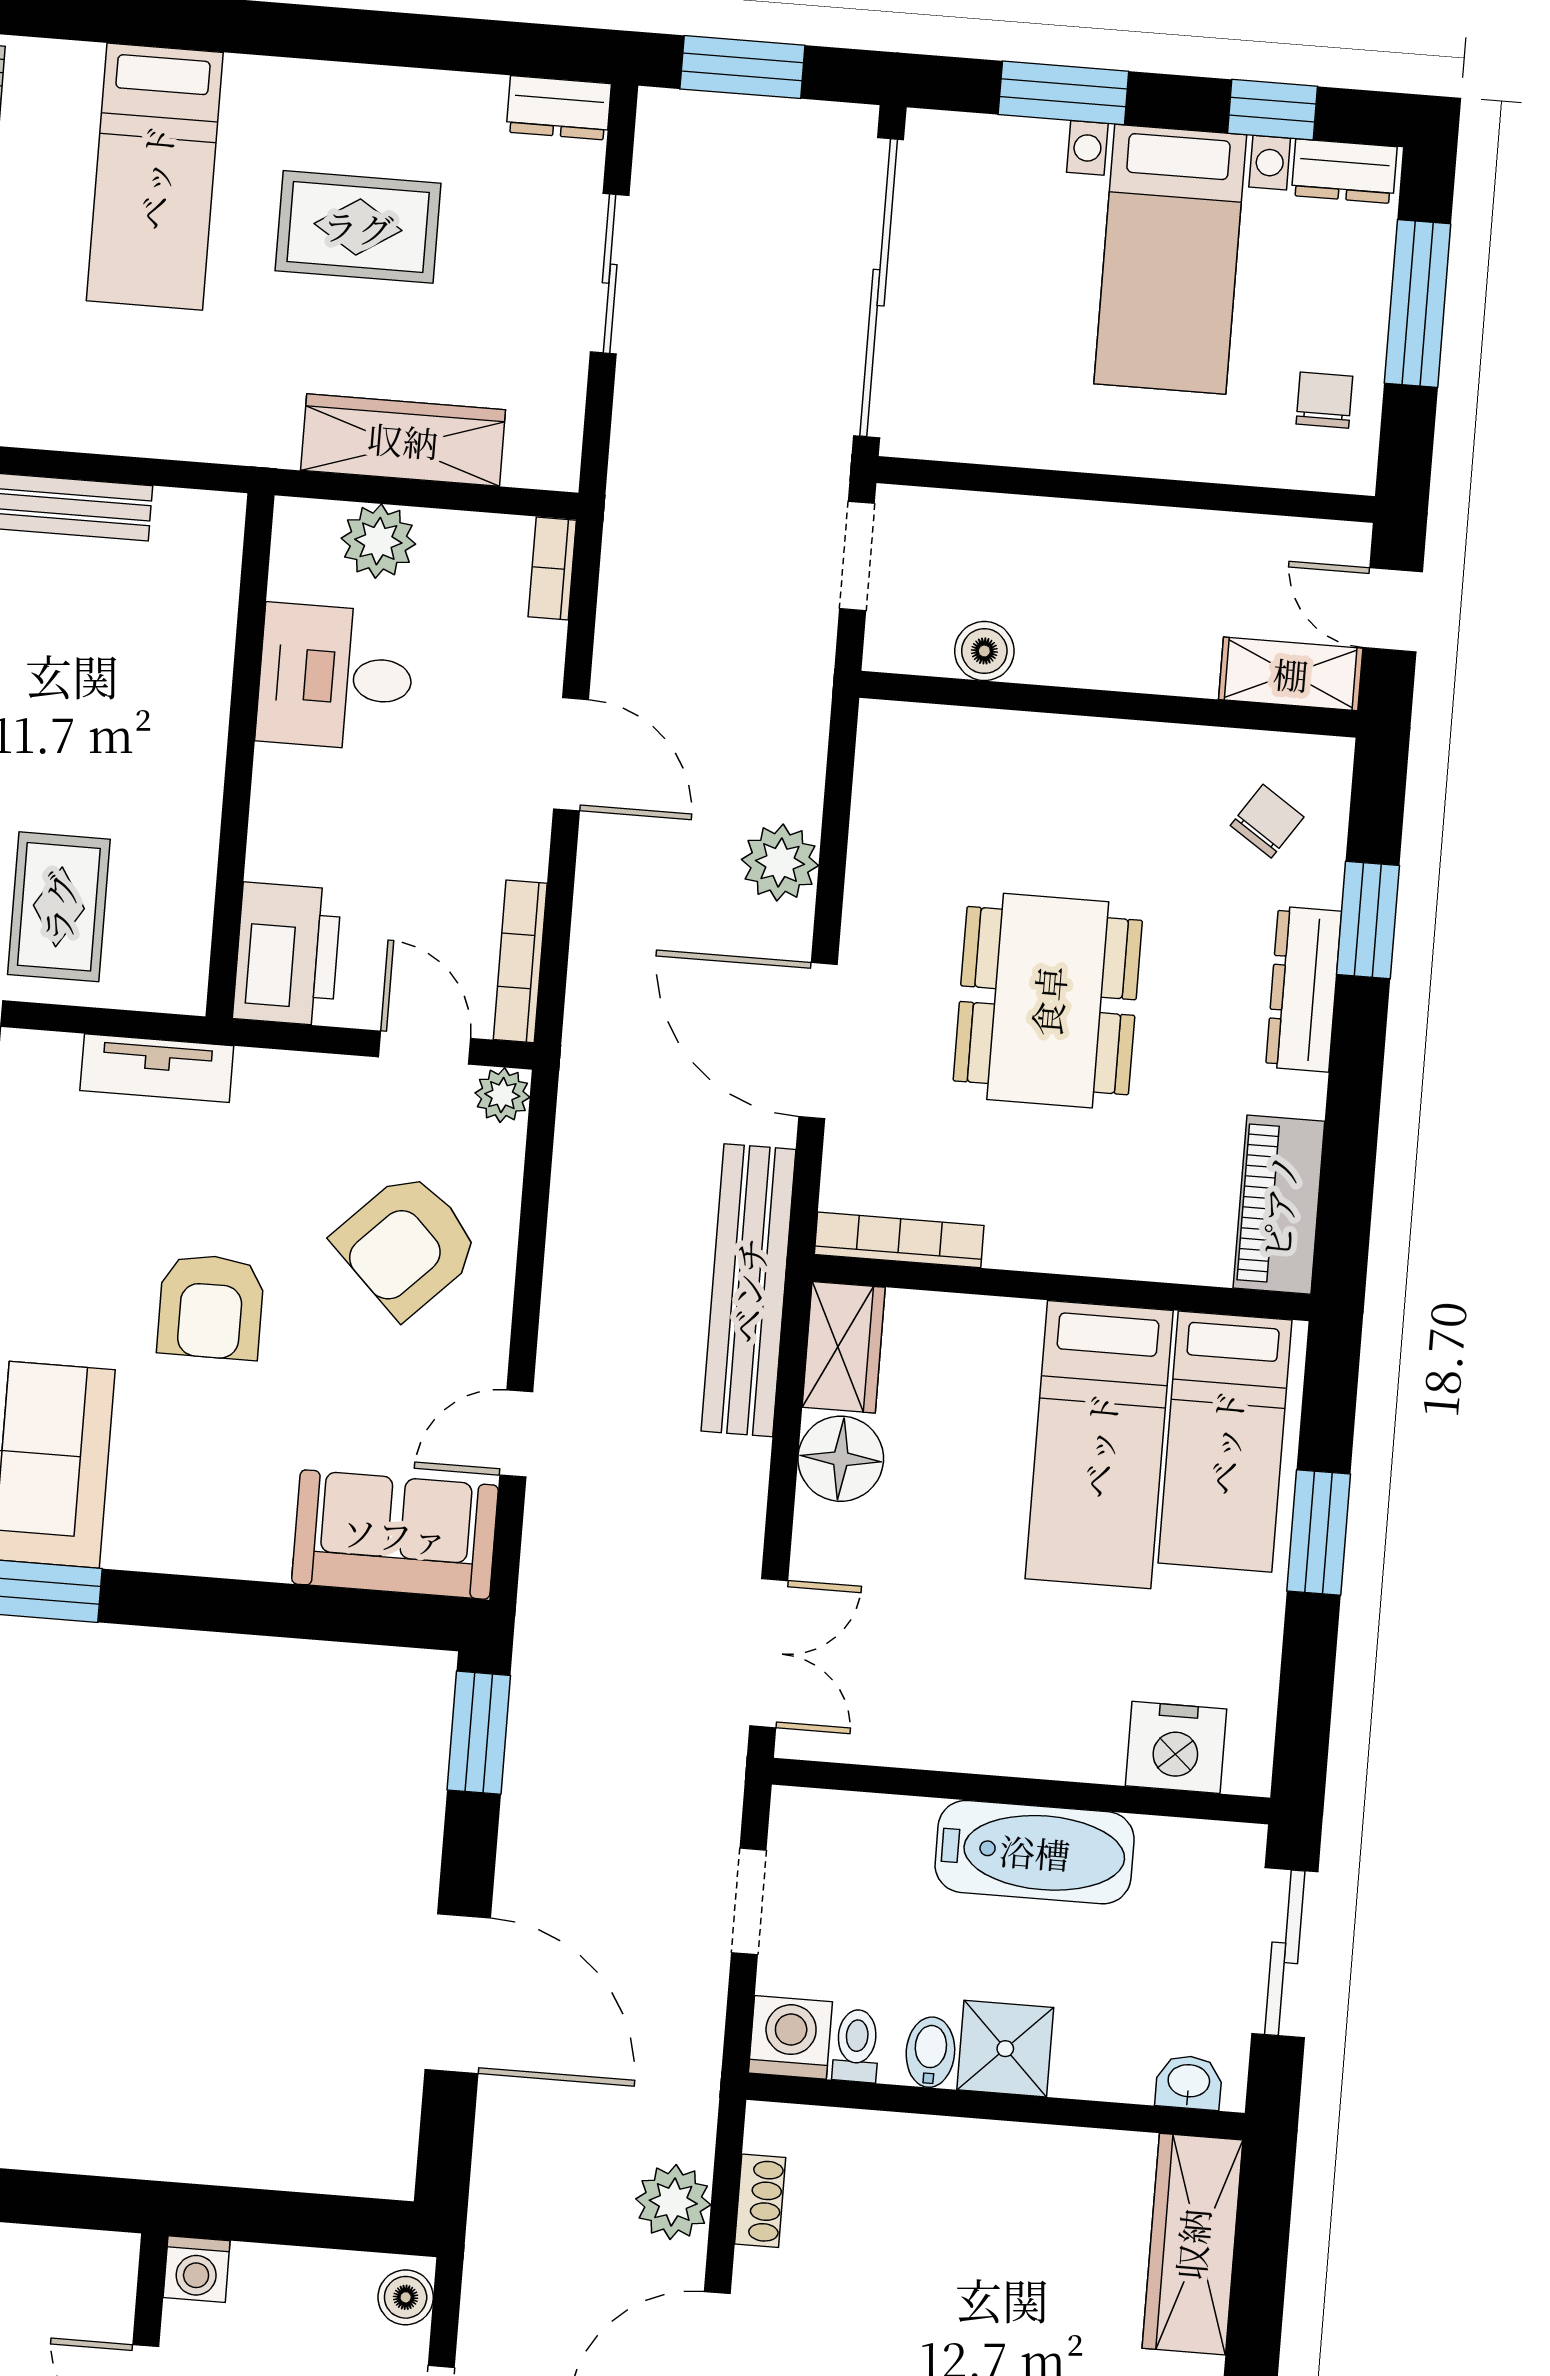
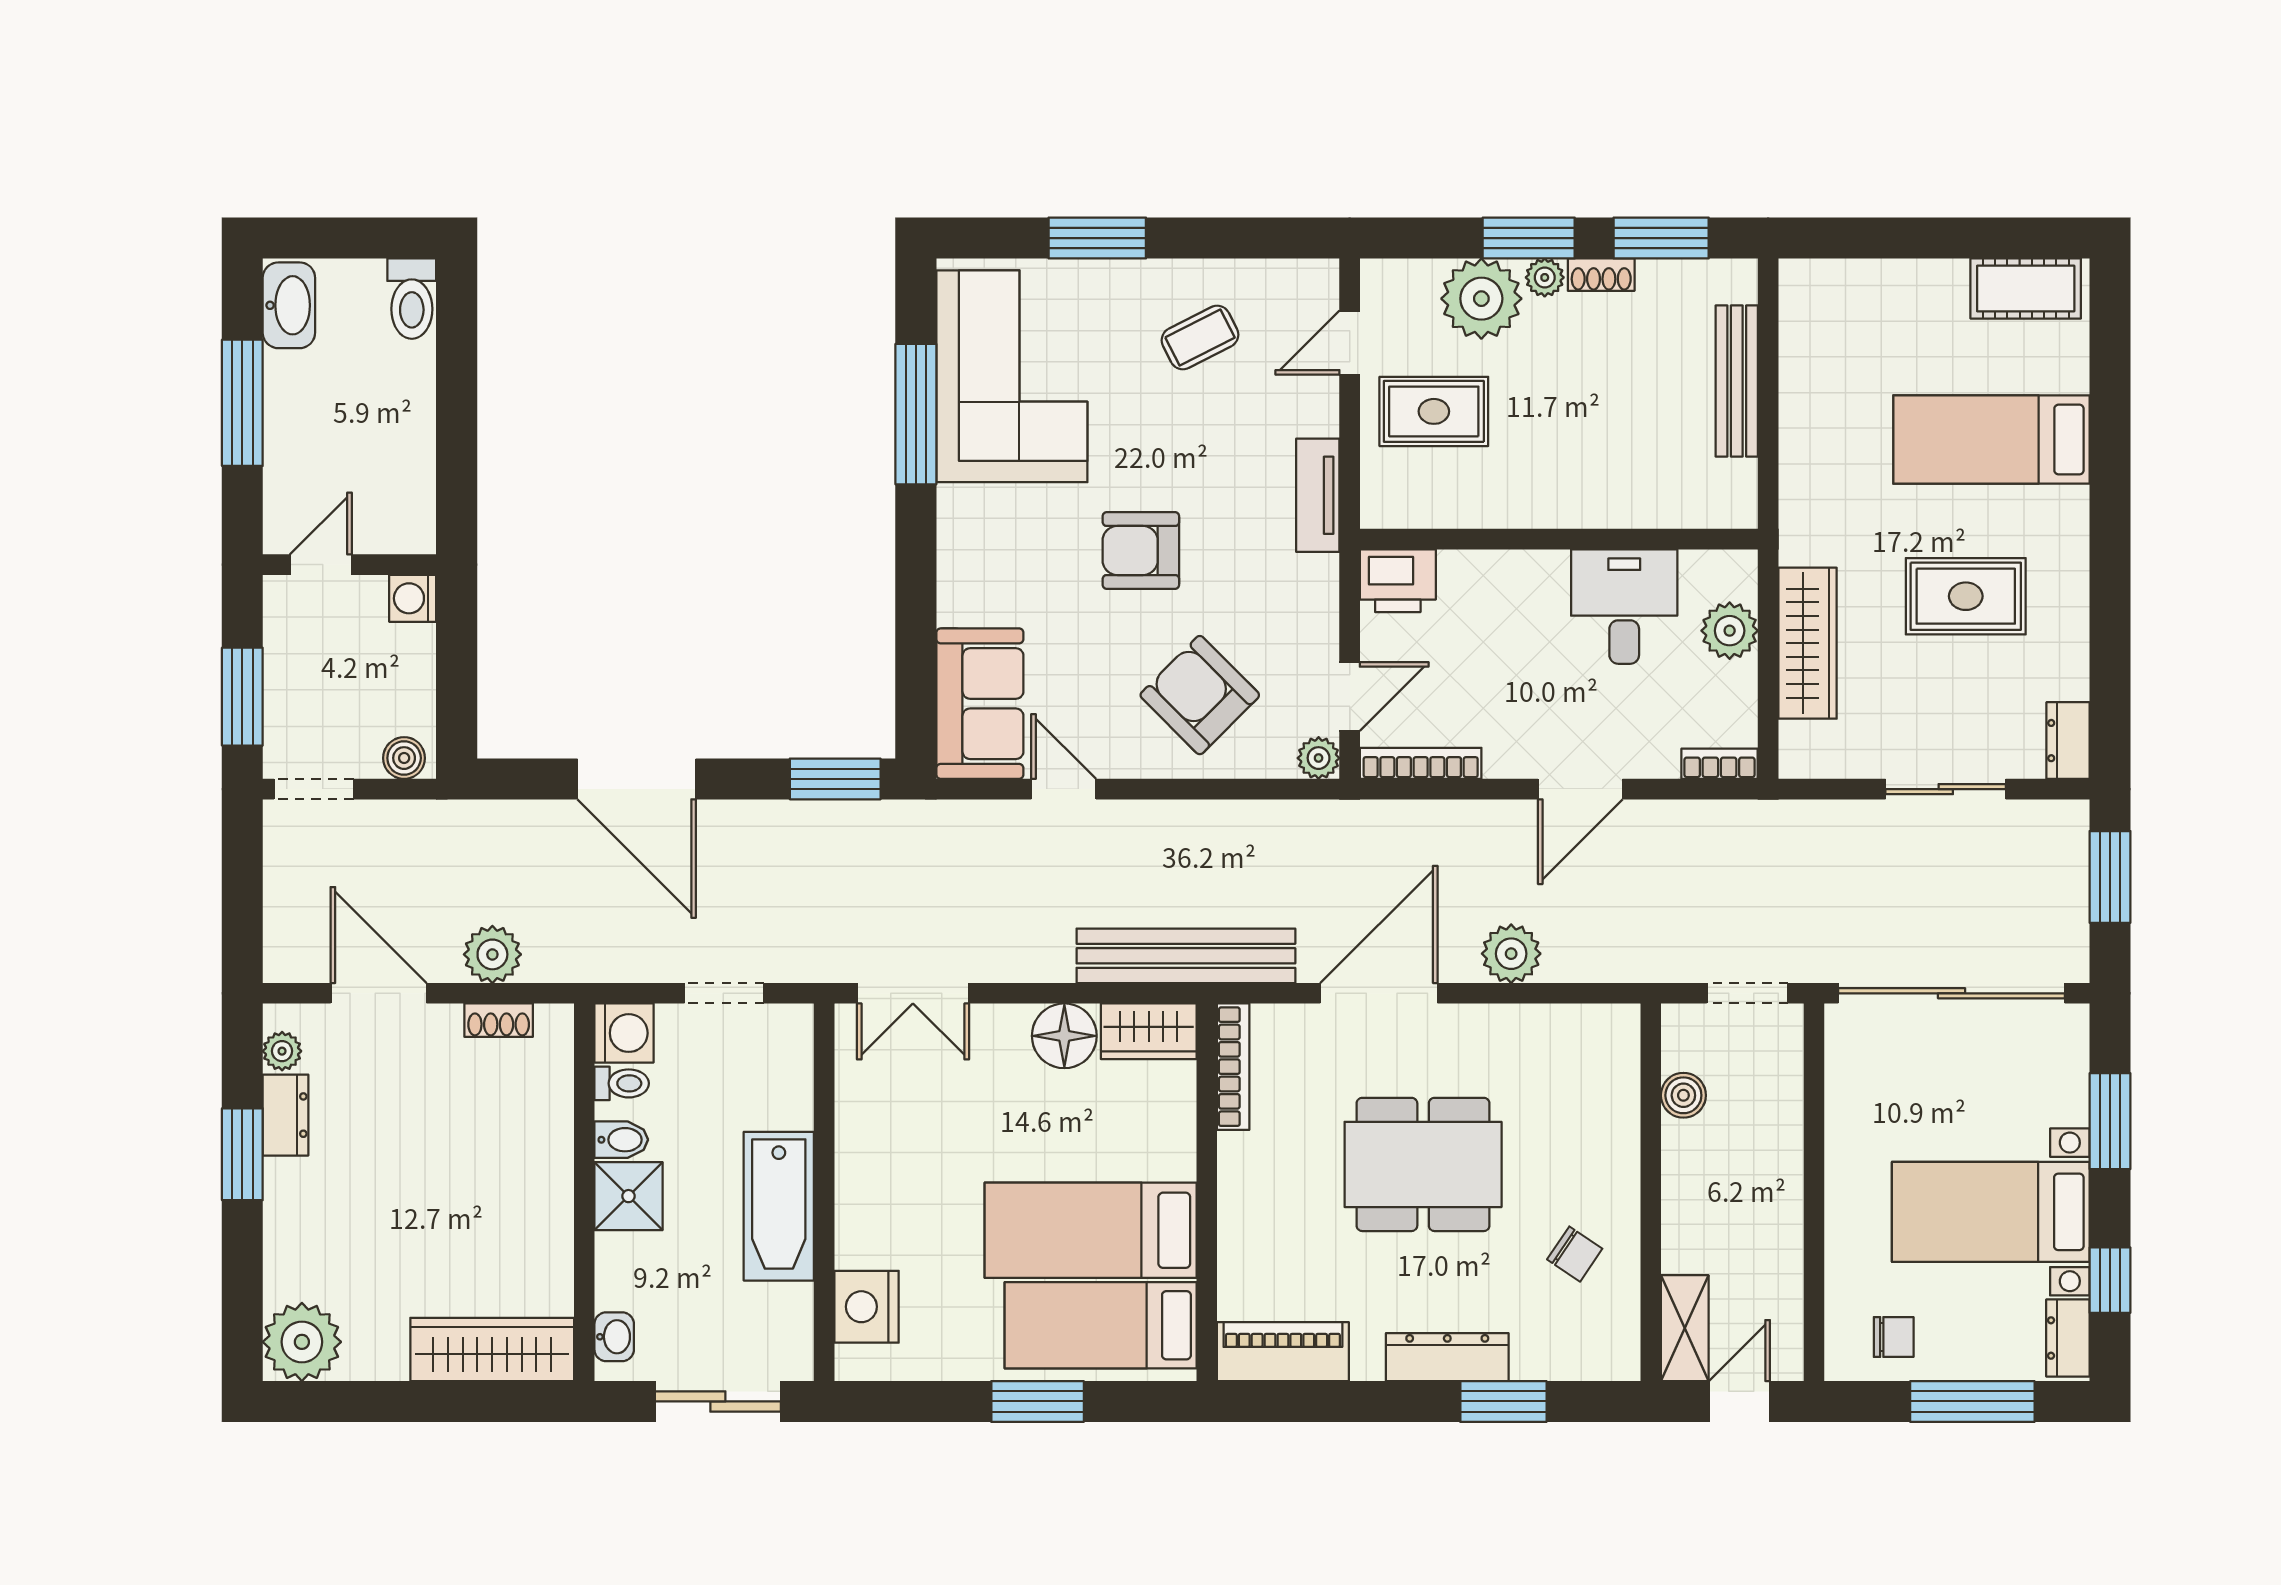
rug: (358, 227) -> (1966, 596), turned 90
chair: (1267, 821) -> (1575, 1254), moved
printer: (287, 954) -> (1398, 581), width x0.73, depth x0.84
door: (458, 1994) -> (637, 779), hinge flipped

